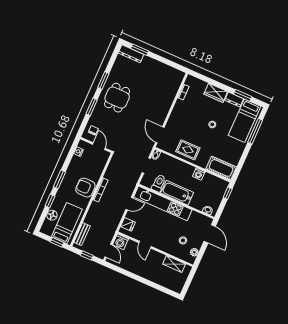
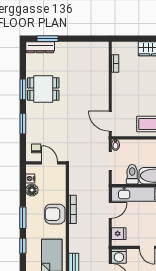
dining table: (117, 98) -> (43, 89), moved, turned 90
floor lamp: (52, 215) -> (32, 190), moved

